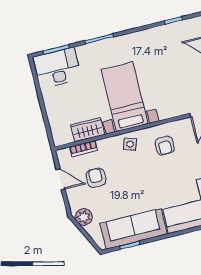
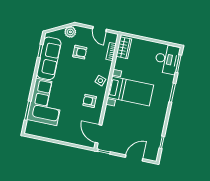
wardrobe: (88, 130) -> (124, 48), moved
armchair: (96, 178) -> (80, 52), moved
door: (61, 179) -> (100, 29), hinge flipped

